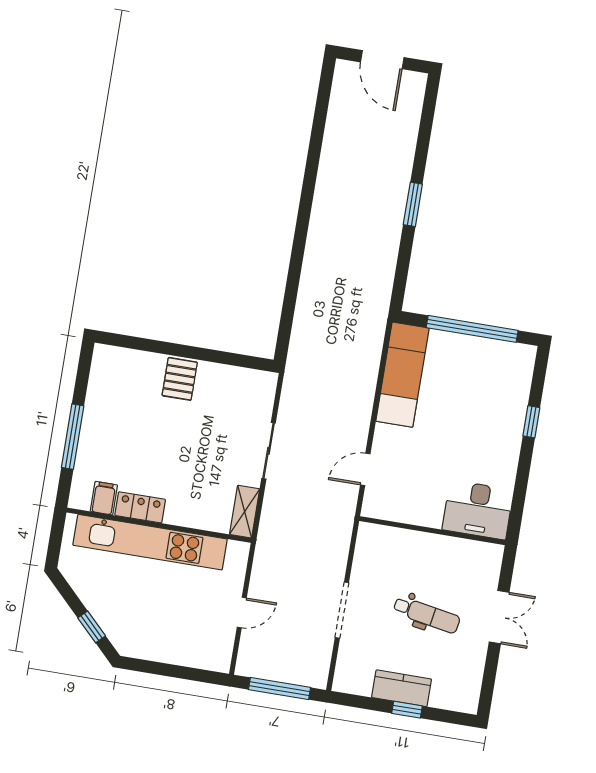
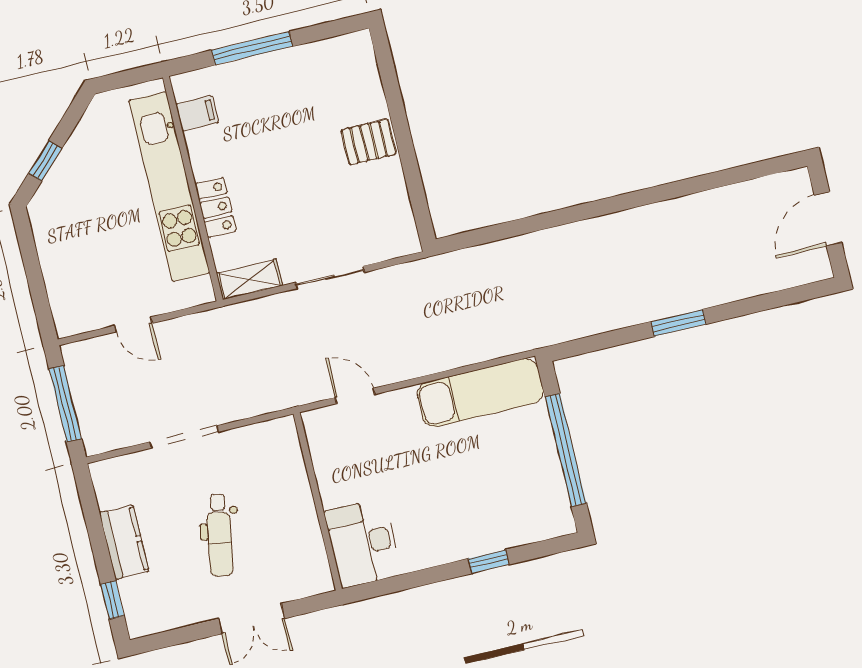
locker: (140, 507) -> (216, 208), moved
window: (407, 710) -> (112, 600), moved

